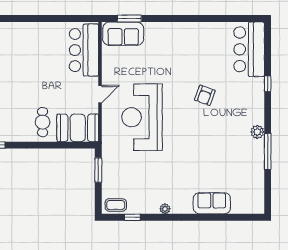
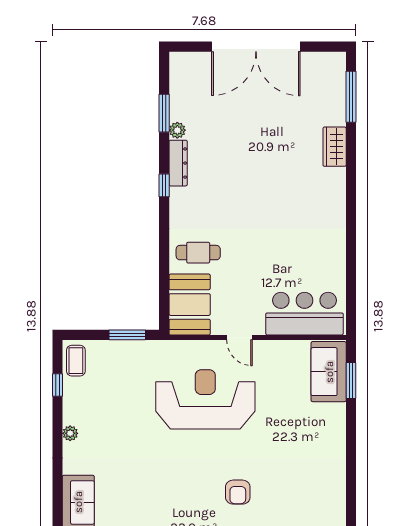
armchair: (205, 95) -> (238, 492), turned -110

